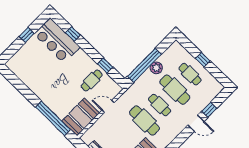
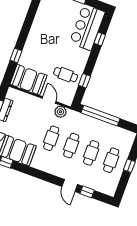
plant: (156, 68) -> (60, 112), moved
cafe table: (175, 90) -> (91, 153), width x0.73, depth x0.74
window: (53, 118) -> (16, 55), width x0.32
cafe table: (144, 120) -> (51, 138), width x0.73, depth x0.74

